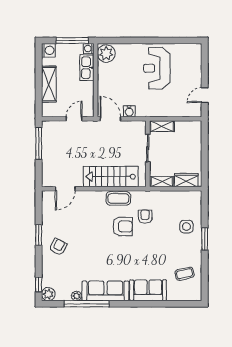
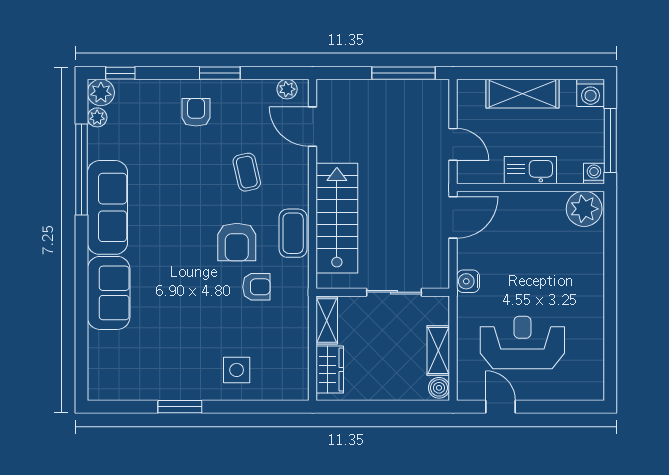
kitchen sink: (87, 68) -> (530, 170), moved
reception desk: (157, 68) -> (522, 343), moved
water cooler: (129, 111) -> (468, 281), moved
shelving: (162, 126) -> (438, 351), moved
boiler: (195, 126) -> (439, 388), added
plant: (47, 201) -> (287, 89), added
window: (205, 239) -> (180, 407), moved
armchair: (58, 247) -> (196, 112), turned -118
coffee table: (185, 274) -> (247, 172), moved
plant: (76, 296) -> (97, 117), moved

